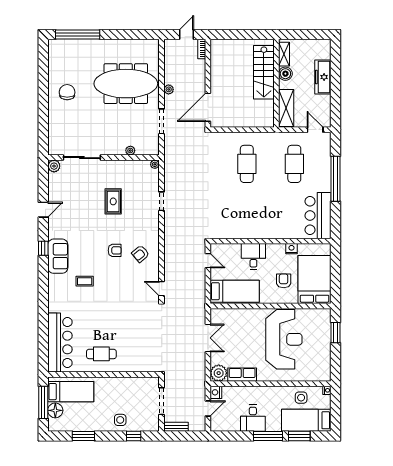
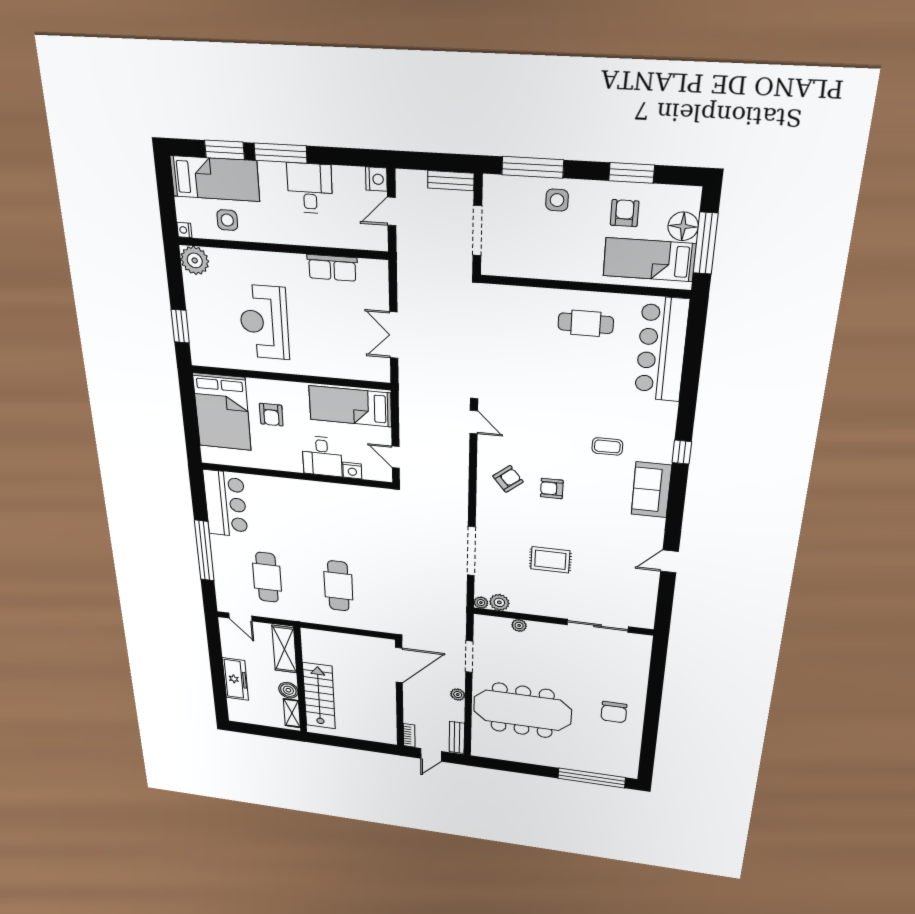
bench: (169, 53) -> (457, 737), added
plant: (54, 166) -> (499, 602), moved
rug: (113, 201) -> (550, 560), turned 90
doorway: (162, 201) -> (471, 551), width x1.88
window: (43, 248) -> (682, 452), moved
nightstand: (291, 249) -> (352, 471), moved
reception desk: (284, 339) -> (264, 322), width x0.74, depth x0.77
plant: (219, 373) -> (195, 260), moved
nightstand: (216, 392) -> (376, 179), moved
armchair: (85, 415) -> (625, 213), added
window: (134, 436) -> (533, 167), width x2.17

